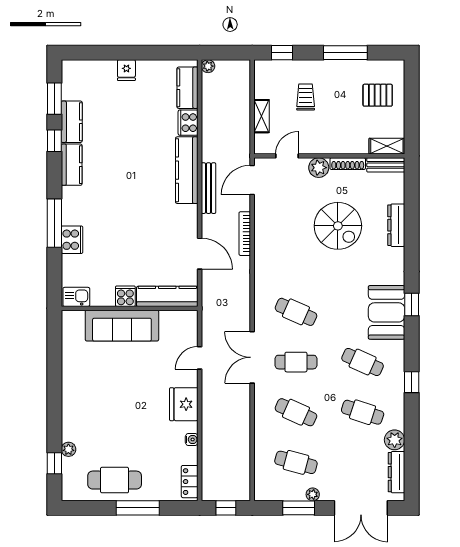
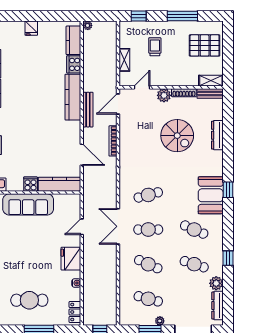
pallet: (378, 95) -> (205, 45), width x1.50, depth x1.42
cafe table: (296, 312) -> (148, 195), turned -39
window: (412, 382) -> (228, 258), moved
cafe table: (115, 480) -> (29, 300), moved

